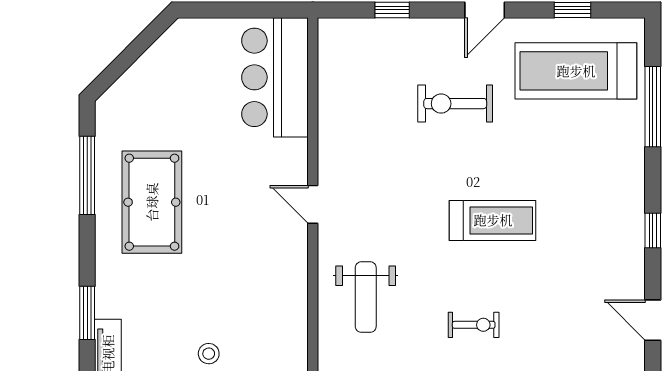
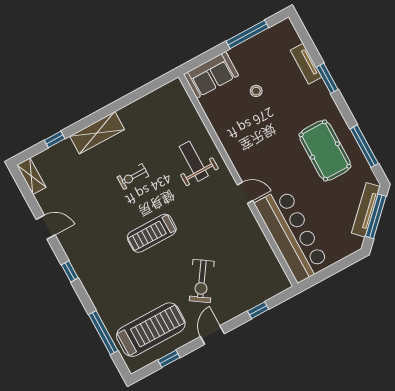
window: (129, 56) -> (376, 216), added
tv unit: (139, 75) -> (366, 210), added
bar counter: (275, 77) -> (292, 235), width x1.36
exercise bike: (455, 104) -> (202, 281), turned 124

